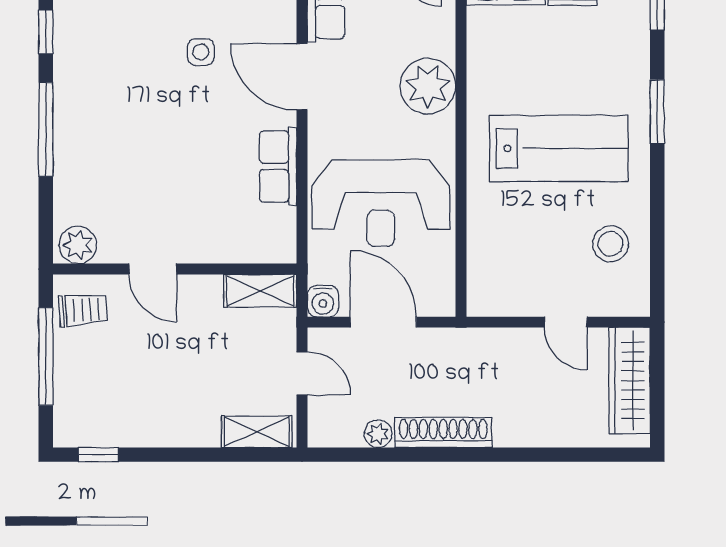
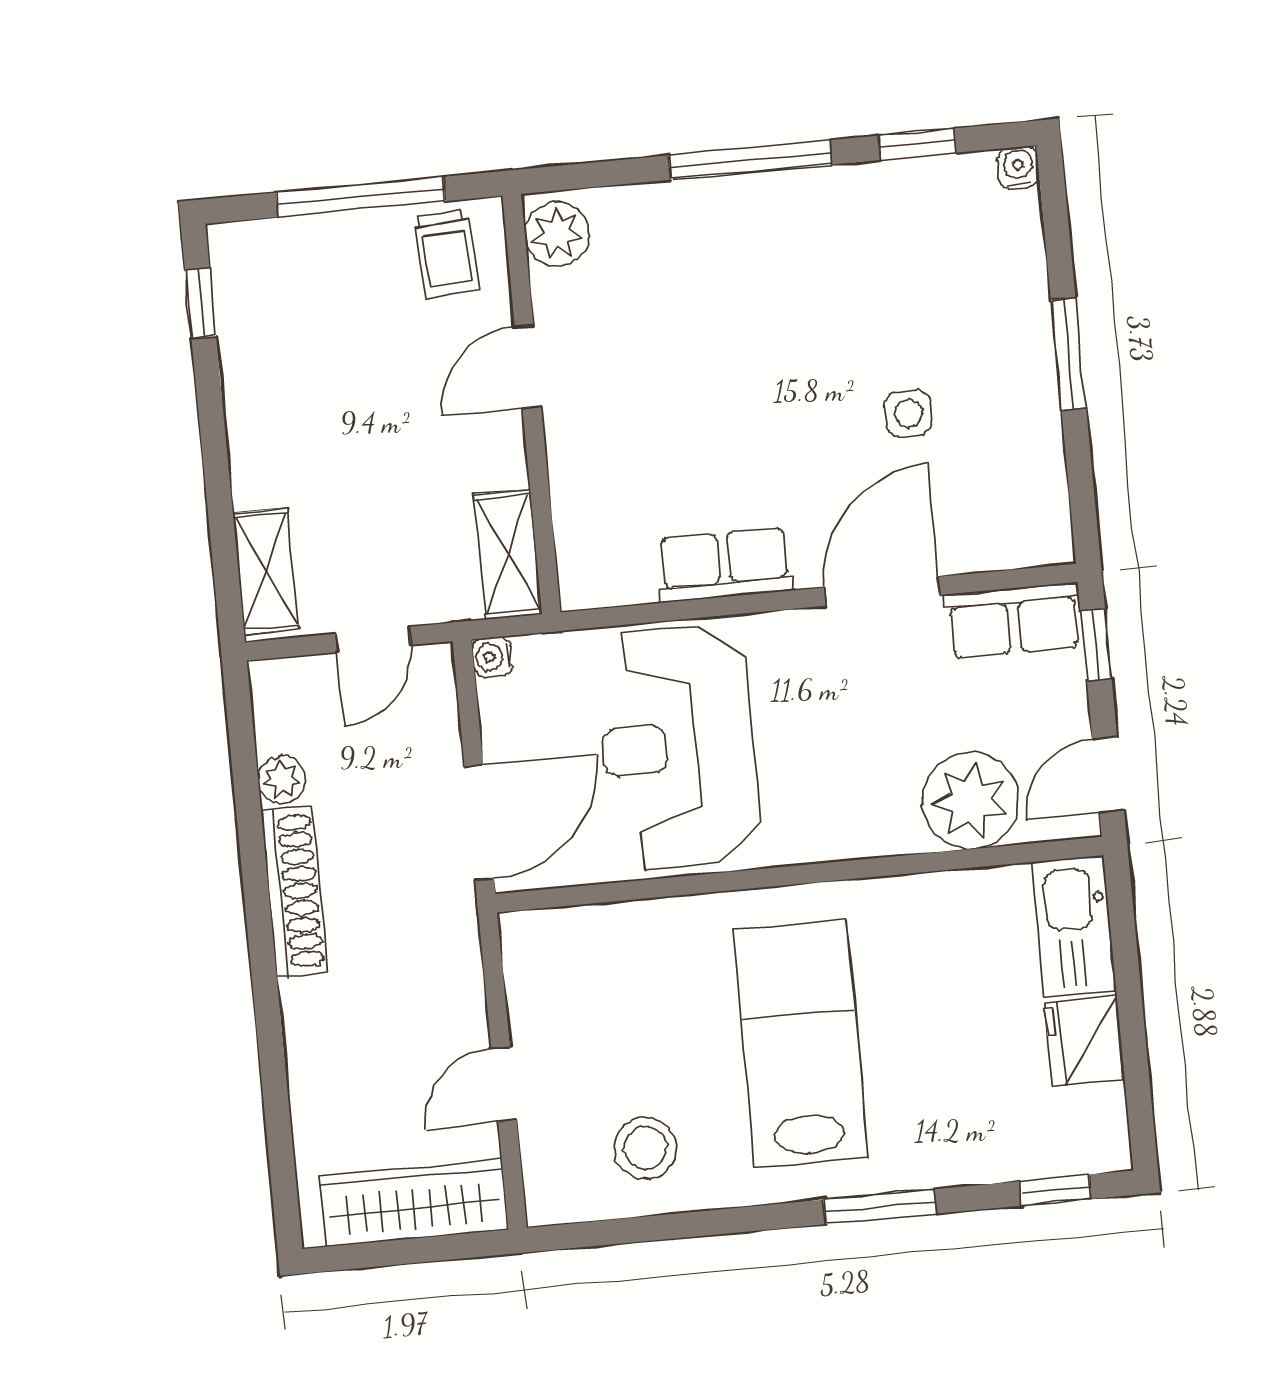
plant: (428, 86) -> (970, 801), moved
lab bench: (559, 148) -> (801, 1044), turned 180
water cooler: (323, 301) -> (492, 657), width x0.72, depth x0.72
door: (383, 322) -> (479, 822), moved

